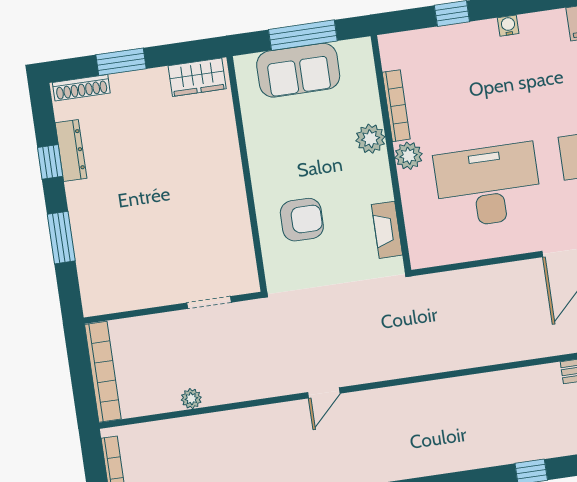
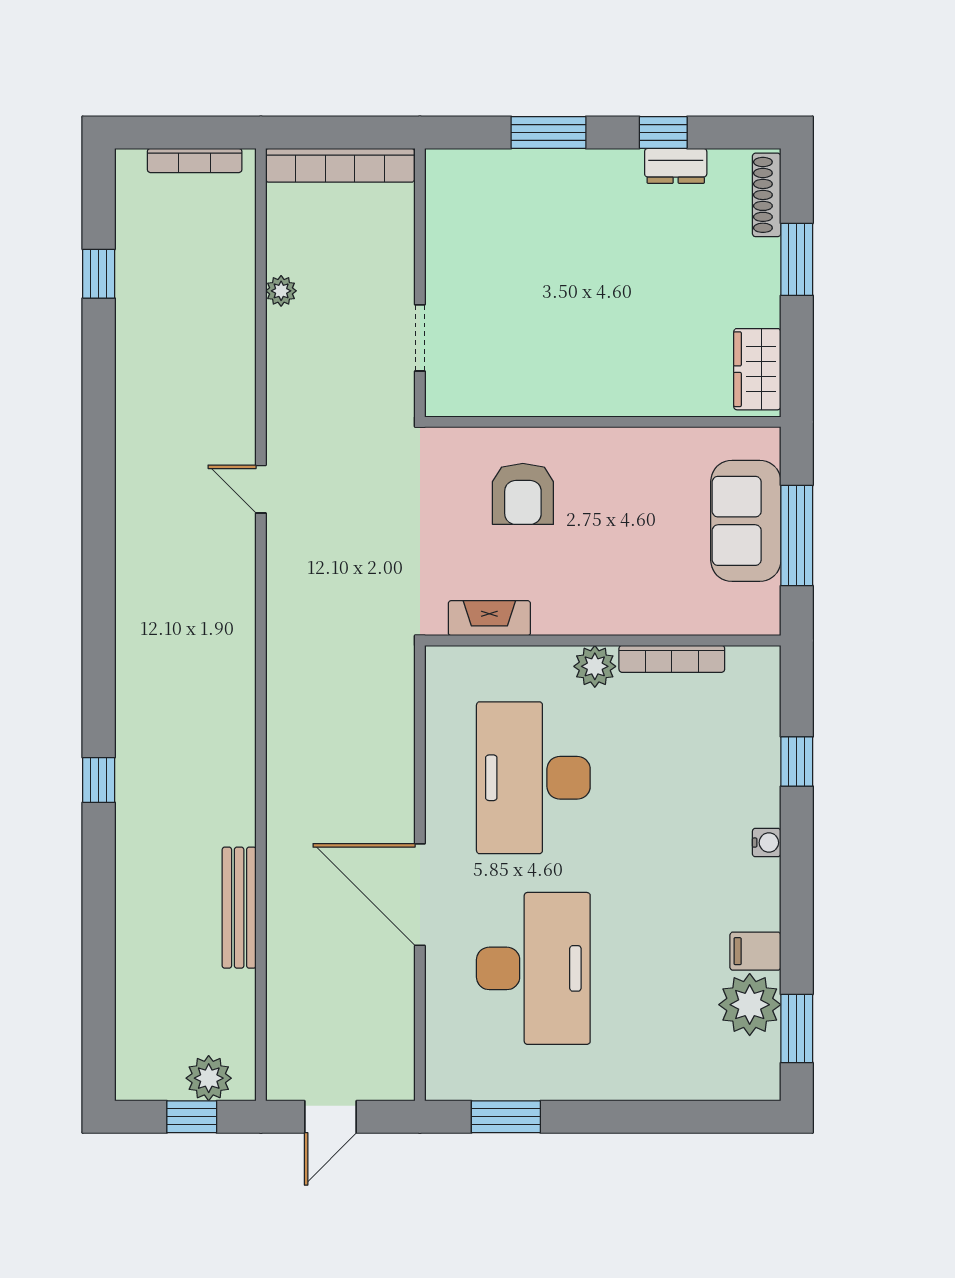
plant: (370, 139) -> (628, 613), removed
dresser: (71, 150) -> (676, 166), width x0.70
desk: (488, 186) -> (533, 778), turned 180

